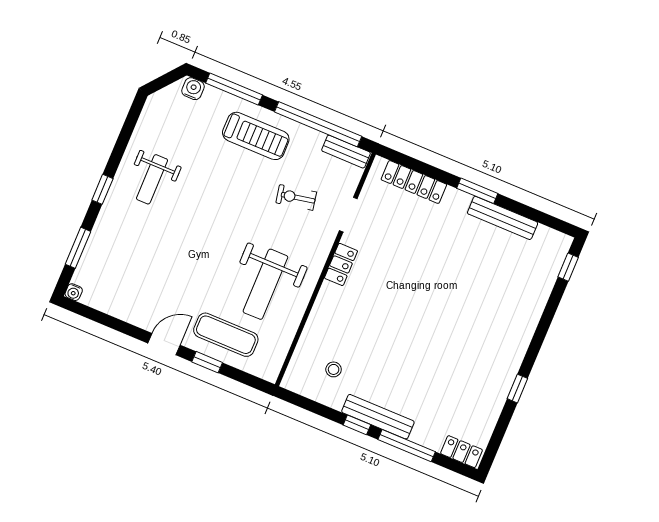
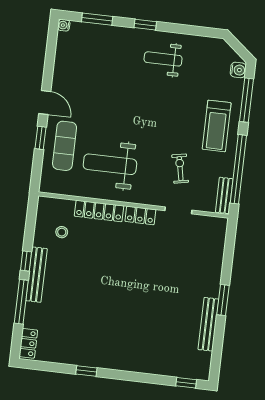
locker: (414, 182) -> (99, 211), moved, turned -90

